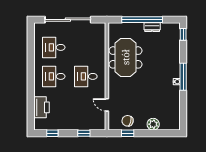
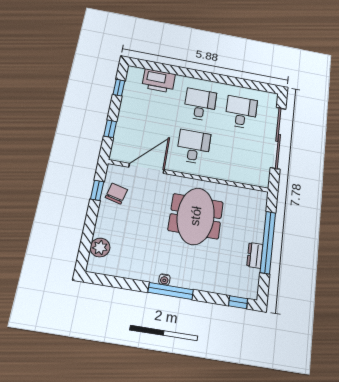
meeting table: (126, 57) -> (196, 216), moved, turned 90
door: (107, 105) -> (146, 168), width x1.87
plant: (153, 124) -> (100, 248), moved

